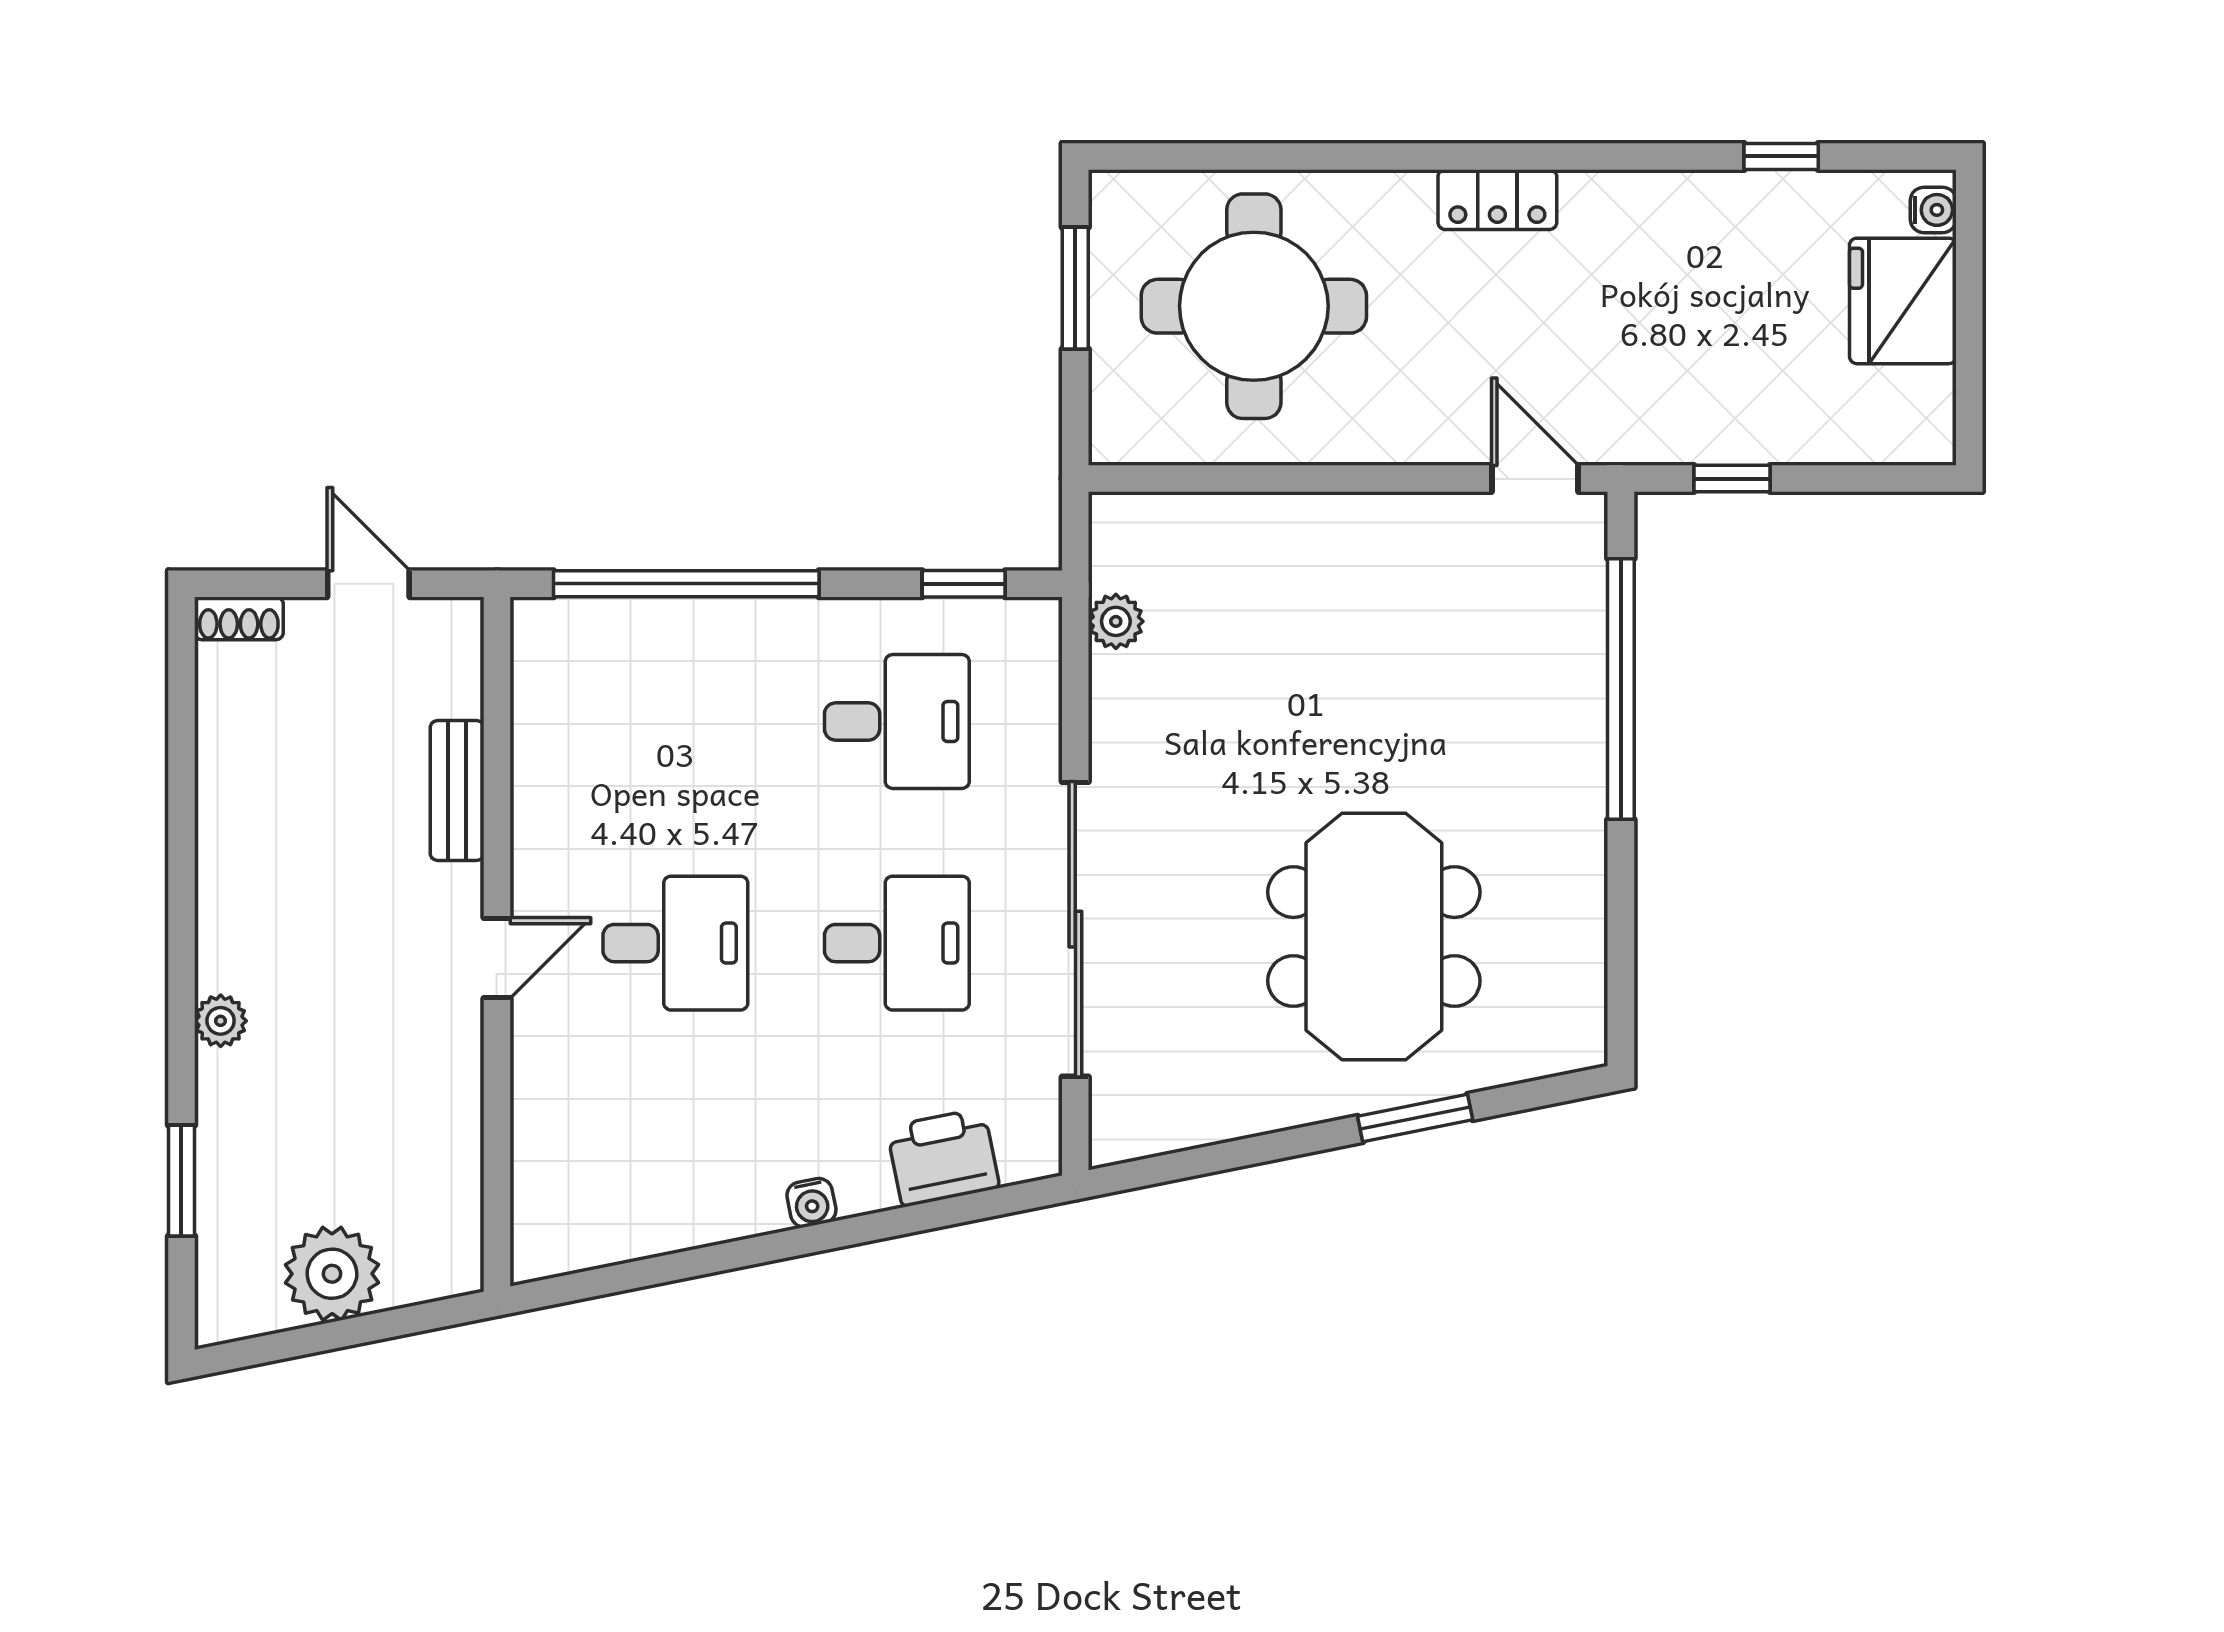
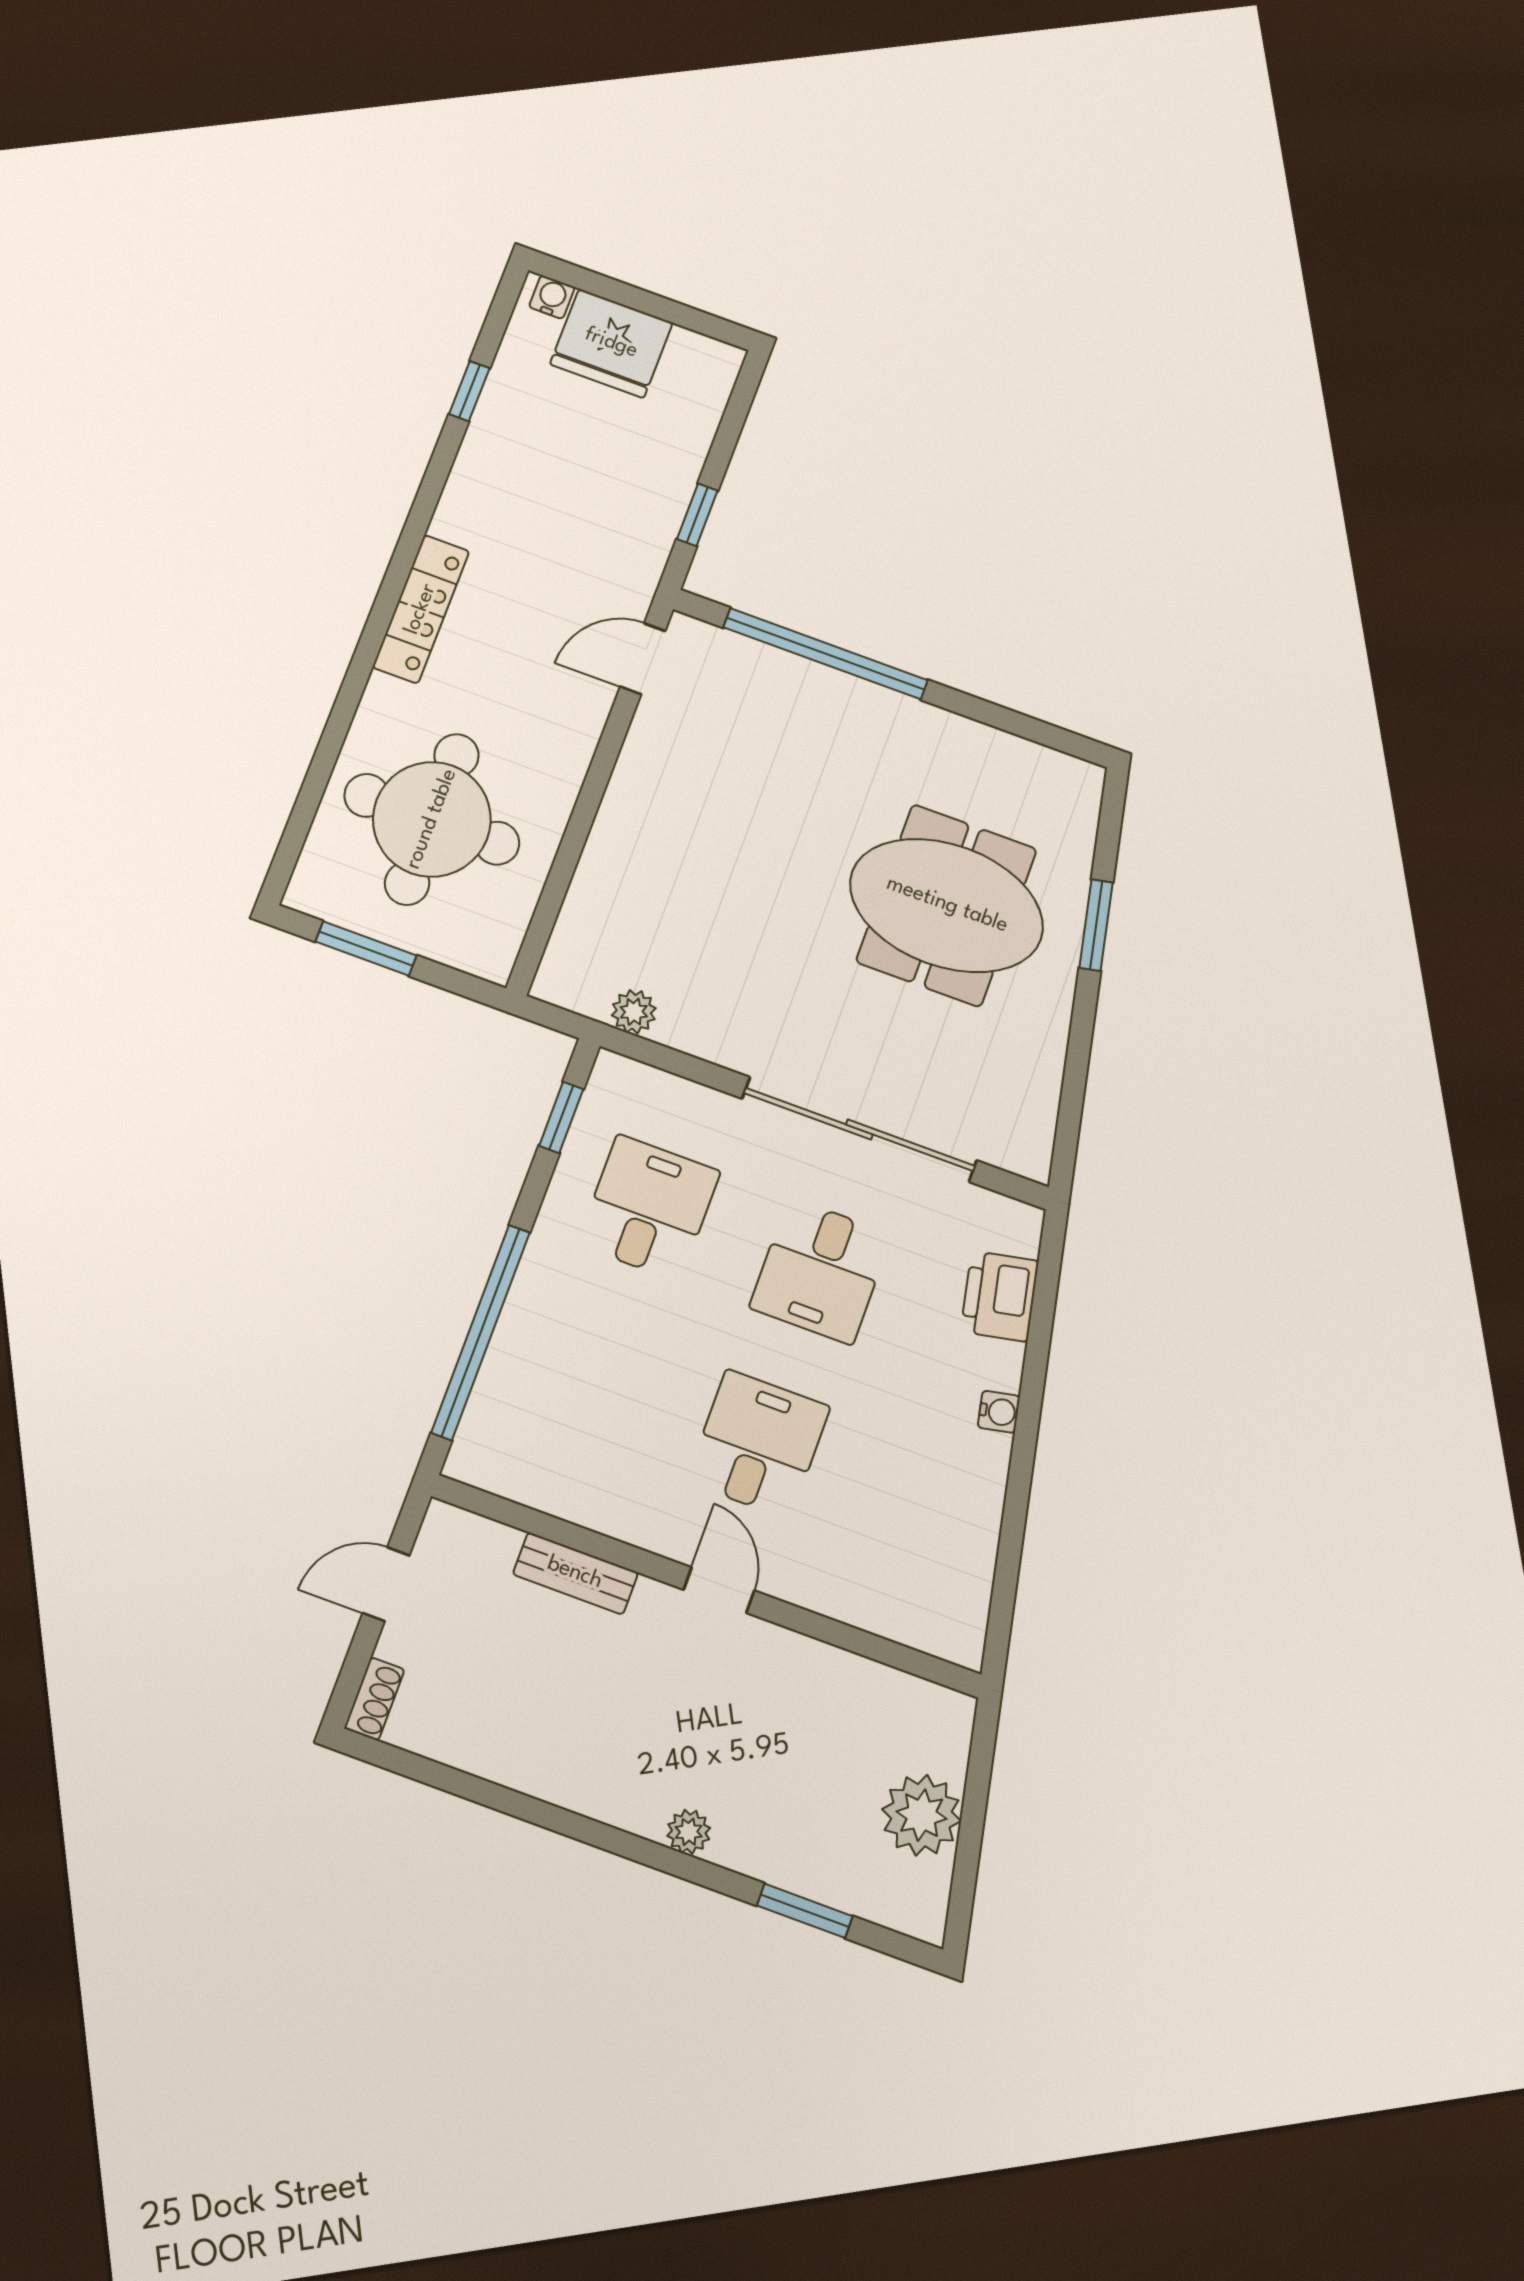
locker: (1497, 200) -> (421, 609), width x1.53
desk: (897, 943) -> (821, 1271), turned 180

